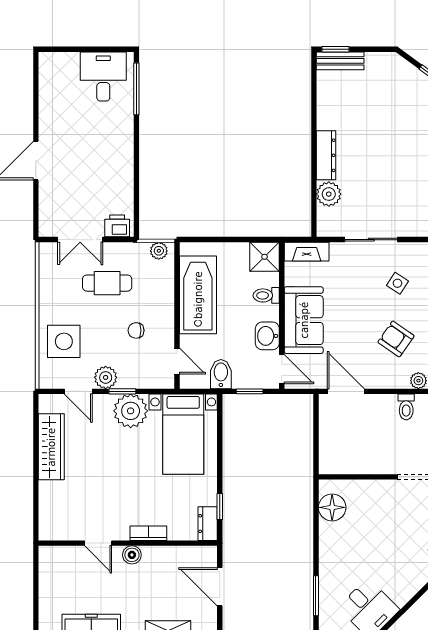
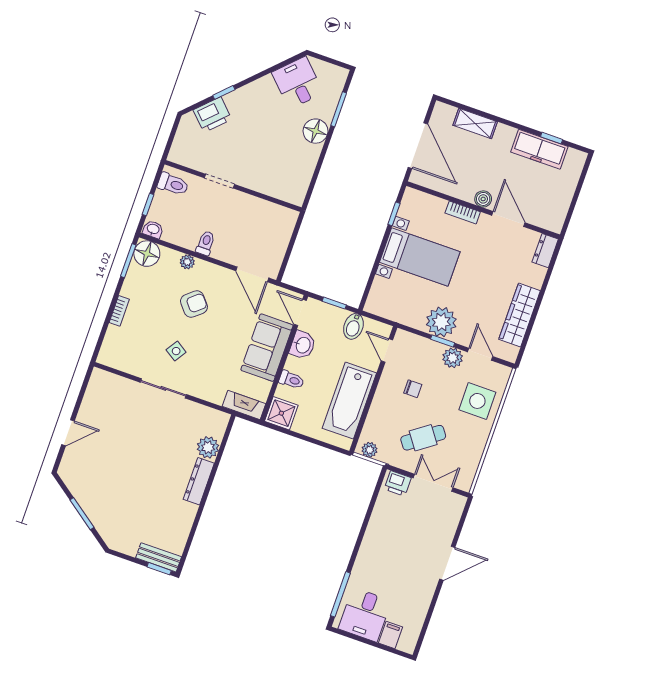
filing cabinet: (69, 65) -> (391, 635), added
sliding door: (371, 240) -> (163, 388), moved
cafe table: (107, 283) -> (423, 438), turned -36
armchair: (396, 339) -> (194, 304), turned -75
bed with nightstands: (183, 434) -> (420, 257), moved, turned 90
floor lamp: (332, 507) -> (316, 131), moved
dresser: (208, 524) -> (545, 251), moved, turned 180
door: (98, 543) -> (508, 219), width x1.38
door: (220, 587) -> (418, 146), width x1.36

